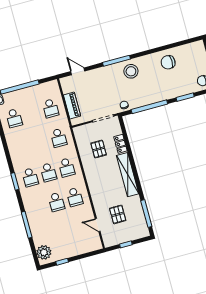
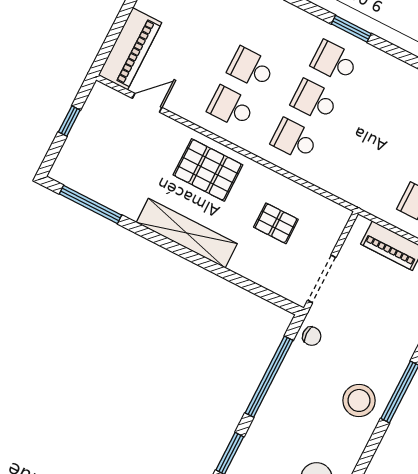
school desk: (59, 138) -> (358, 172), removed
locker: (120, 144) -> (251, 269), removed
pallet: (118, 214) -> (208, 170), moved, width x1.50, depth x1.42
piano: (85, 246) -> (130, 49), added

